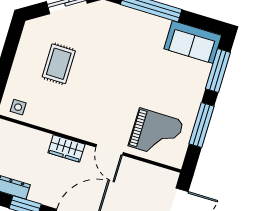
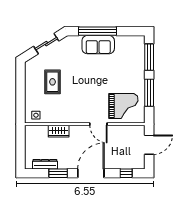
sofa: (193, 42) -> (98, 45), moved
wardrobe: (66, 148) -> (59, 131), moved

